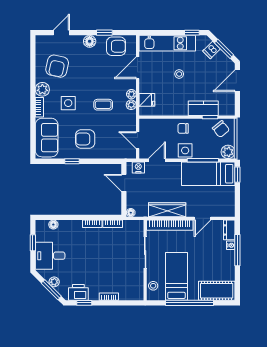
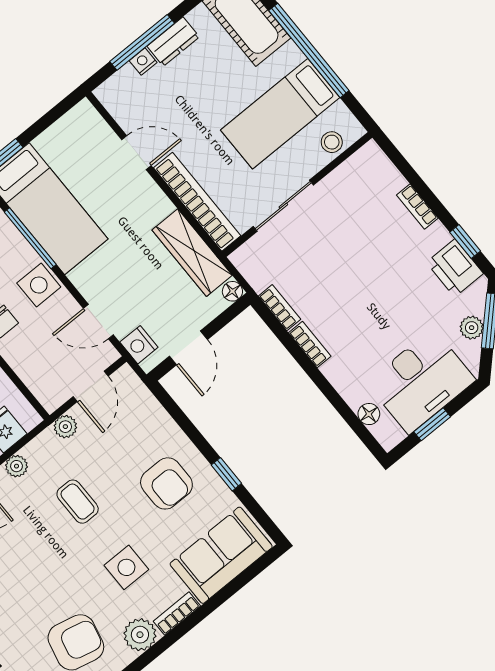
plant: (131, 105) -> (65, 427), moved
wardrobe: (167, 210) -> (192, 253), moved
dresser: (229, 230) -> (173, 42), moved
desk: (50, 256) -> (421, 381), width x1.37

